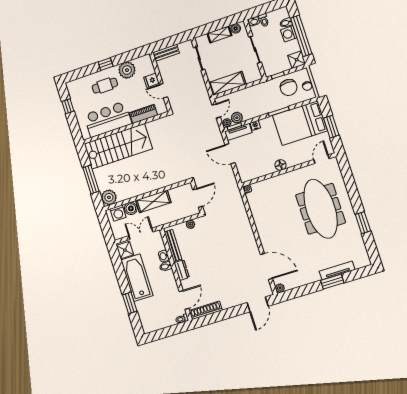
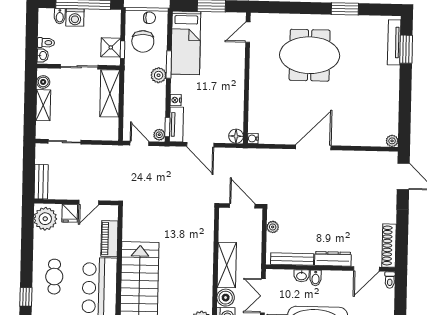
shower: (297, 60) -> (111, 47), moved
window: (106, 64) -> (26, 297), moved
plant: (127, 70) -> (45, 219), moved
shelving: (227, 83) -> (110, 93), moved
chair: (289, 87) -> (143, 41), turned 90
plant: (237, 118) -> (159, 75), moved
bed: (300, 123) -> (186, 43), width x0.67
door: (230, 154) -> (200, 145), hinge flipped
door: (322, 159) -> (248, 32), hinge flipped
floor lamp: (281, 165) -> (236, 136), moved
meeting table: (321, 209) -> (310, 55), width x0.73
door: (266, 266) -> (313, 147), moved
dresser: (182, 270) -> (333, 259), width x1.44
tv unit: (337, 270) -> (394, 42), moved
window: (332, 282) -> (406, 49), moved
door: (184, 300) -> (366, 269), swing flipped

